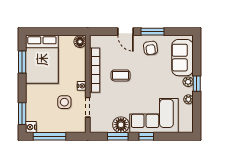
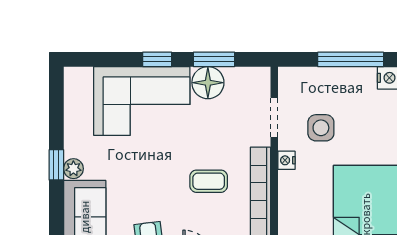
plant: (188, 99) -> (73, 133), removed

